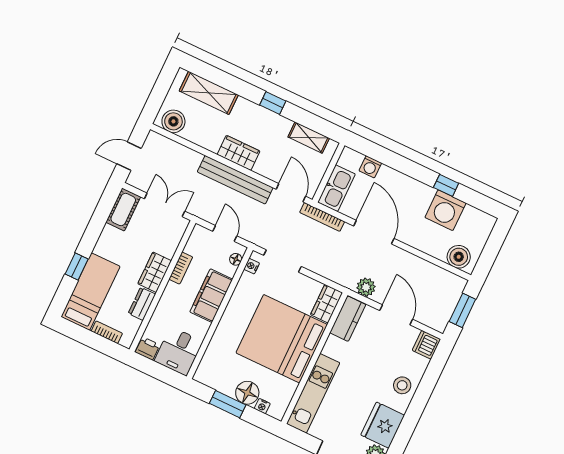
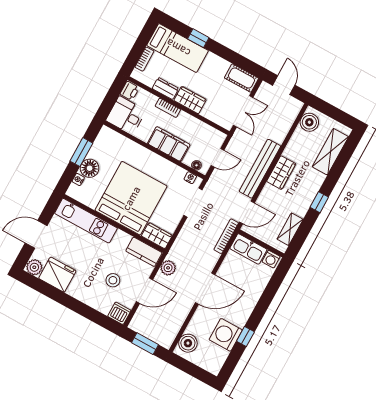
washing machine: (370, 167) -> (271, 259), moved, turned -90
door: (374, 232) -> (205, 289), moved
bookcase: (181, 268) -> (168, 108), moved
stool: (402, 385) -> (113, 280), moved

